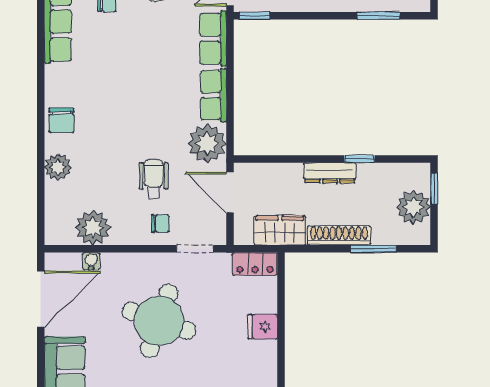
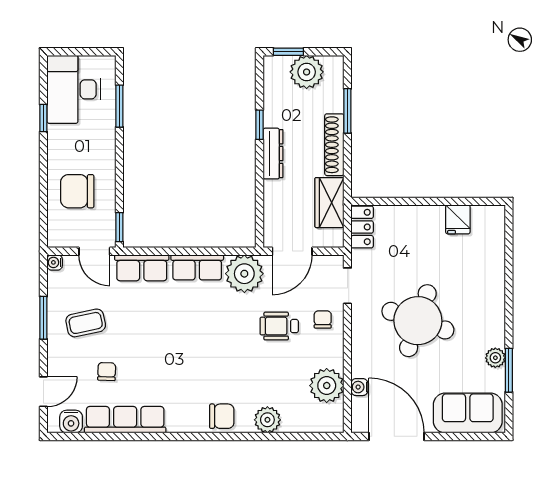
fridge: (263, 327) -> (458, 219), moved

